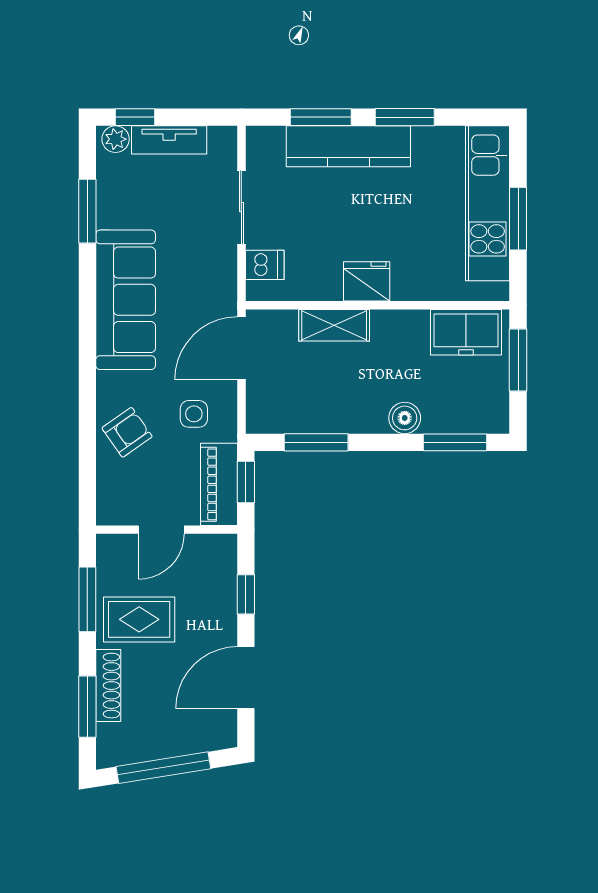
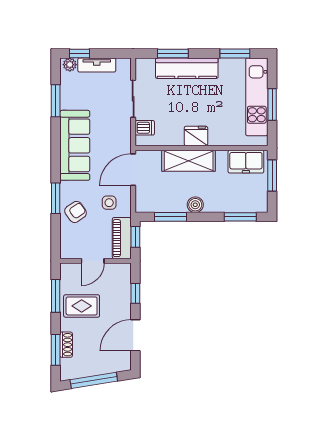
window: (405, 117) -> (235, 54), moved
shelving: (334, 325) -> (189, 161), width x1.50, depth x1.33
window: (87, 405) -> (56, 198), added
boiler: (405, 418) -> (195, 205), moved
shoe rack: (108, 686) -> (66, 345), width x0.70

